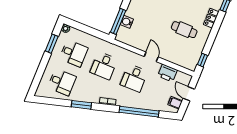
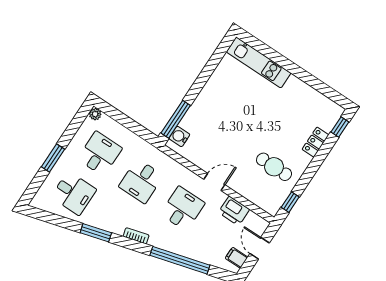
water cooler: (127, 22) -> (179, 137), moved
cafe table: (184, 30) -> (274, 167), moved
window: (52, 44) -> (53, 158), moved
desk: (74, 53) -> (100, 154), turned -90
door: (151, 57) -> (214, 182), hinge flipped
desk: (134, 78) -> (183, 209), turned 180

